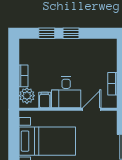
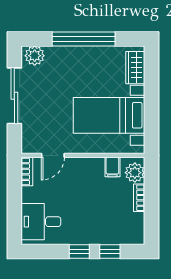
bookcase: (112, 84) -> (27, 172), moved
desk: (66, 92) -> (41, 222), moved, turned -90

